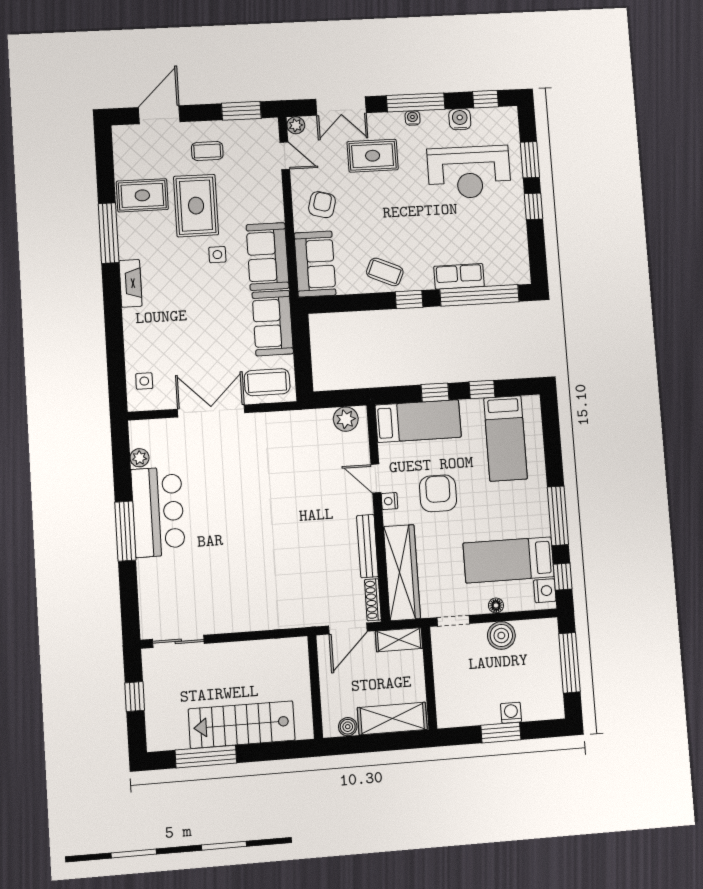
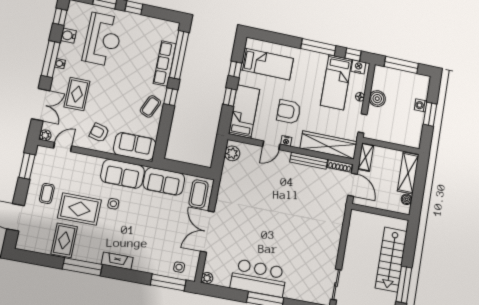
row of seats: (459, 276) -> (165, 63), width x1.48
window: (116, 370) -> (168, 282), added
plant: (139, 458) -> (207, 278), moved

